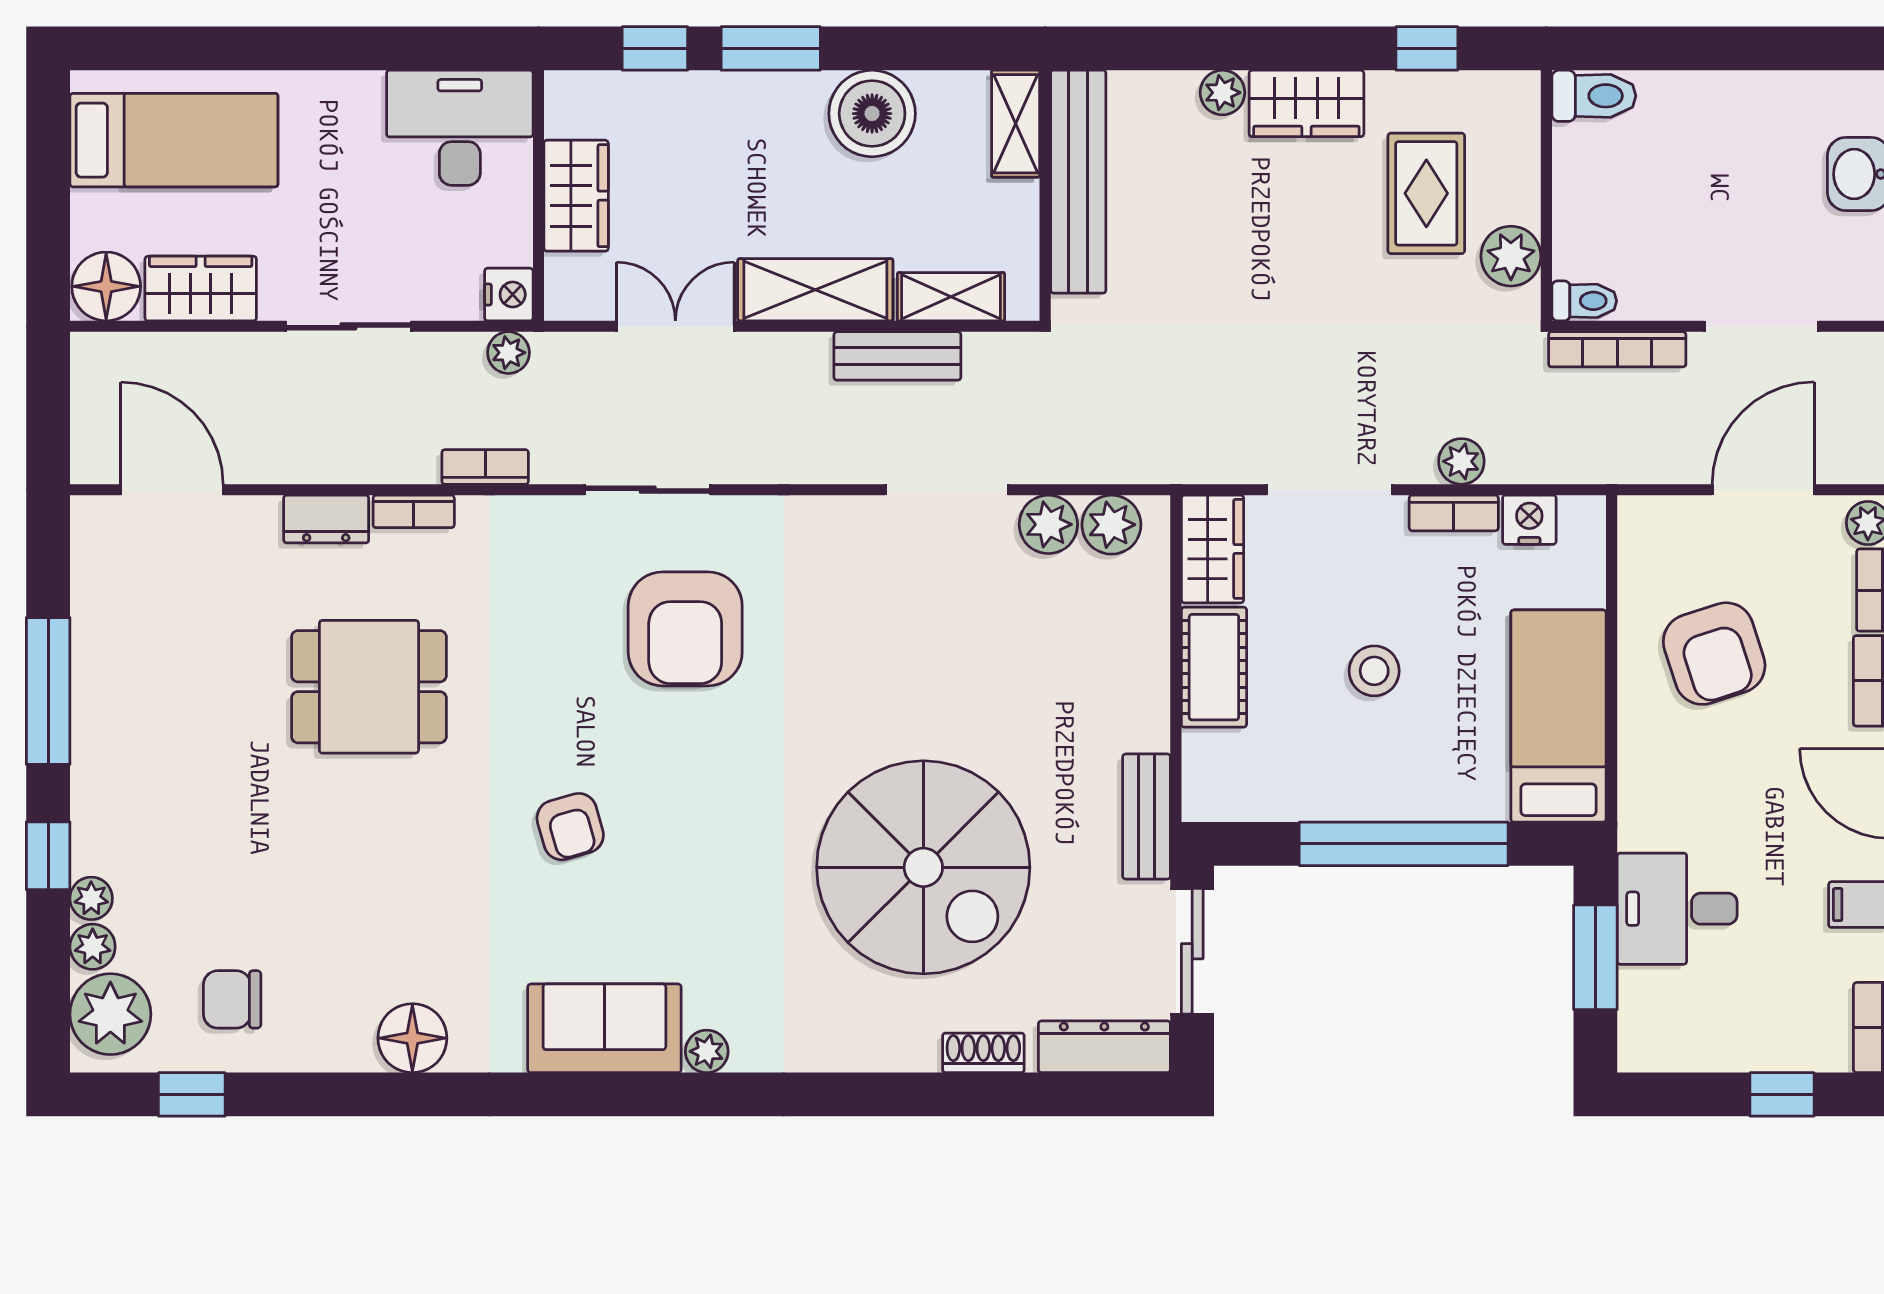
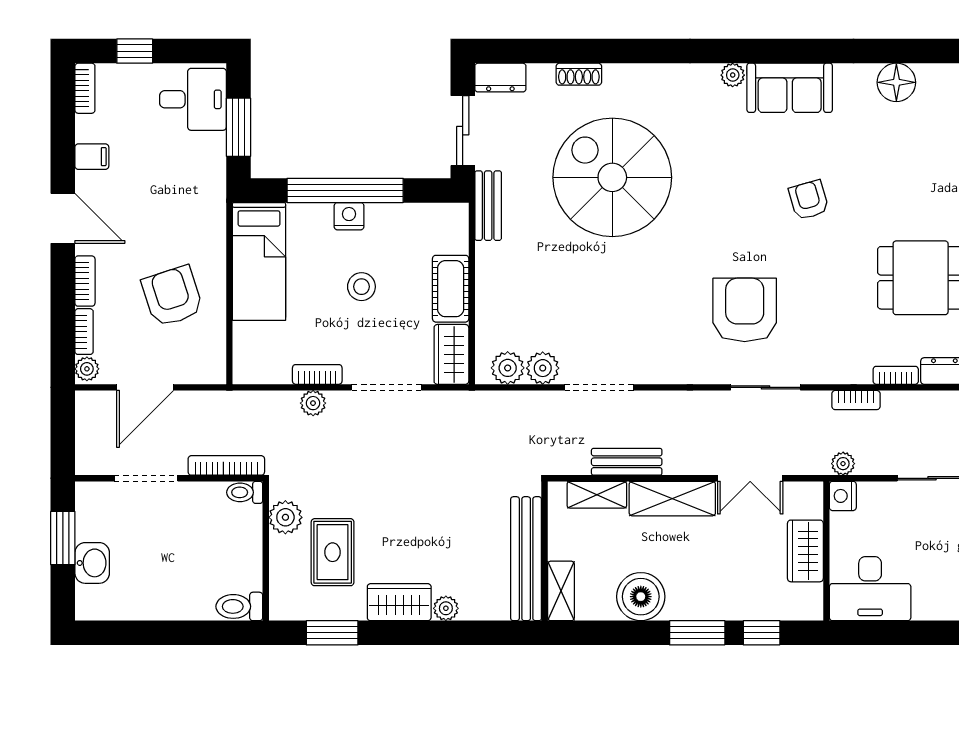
window: (1427, 48) -> (332, 633), width x1.50
nightstand: (1529, 520) -> (349, 216), moved, turned 180
desk: (1677, 909) -> (193, 99), moved
dresser: (1104, 1047) -> (500, 78), width x0.70

